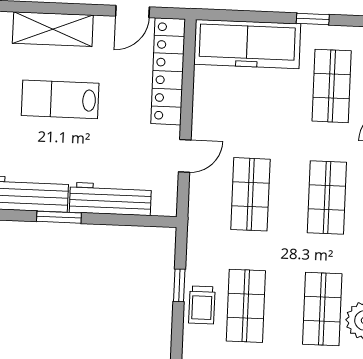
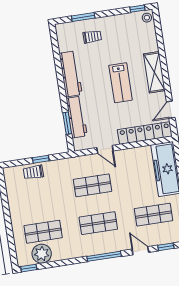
door: (132, 11) -> (171, 110), hinge flipped
lab bench: (60, 99) -> (121, 83), turned 180
window: (59, 217) -> (67, 123), moved
shop shelf: (246, 306) -> (37, 194), removed

